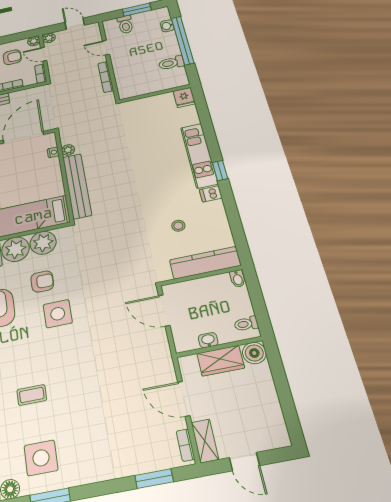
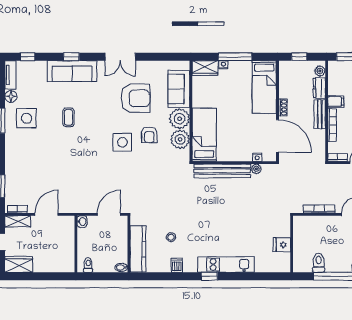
fridge: (184, 97) -> (282, 245), moved
dishwasher: (211, 194) -> (177, 265), moved
washbasin: (208, 340) -> (82, 222), moved
boiler: (254, 353) -> (67, 265), removed
wardrobe: (221, 361) -> (19, 264), moved, turned 90

